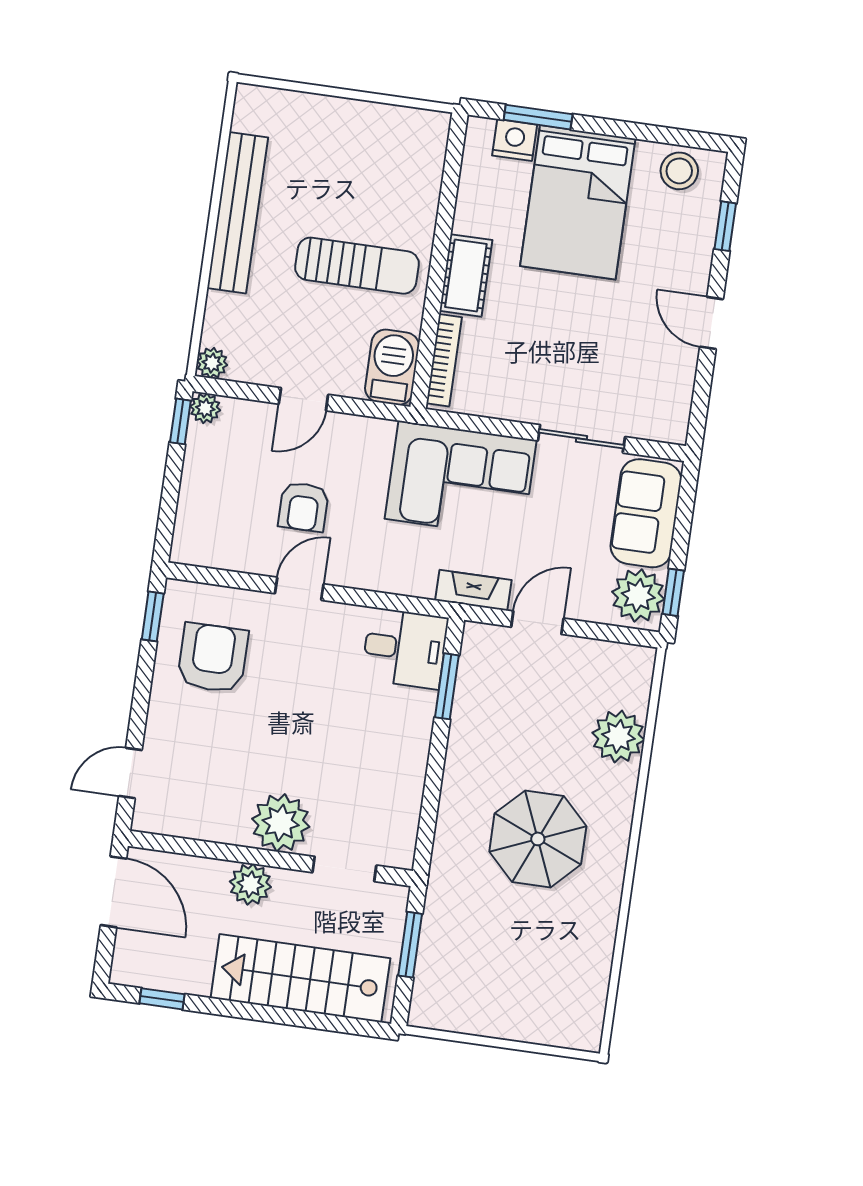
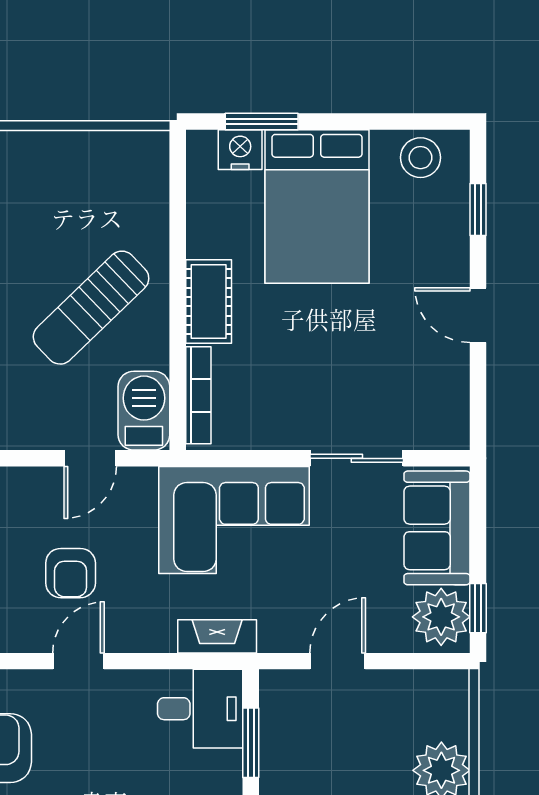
sun lounger: (357, 266) -> (91, 308), turned 136
door: (303, 399) -> (90, 458), moved
fireplace: (473, 590) -> (217, 636), moved

